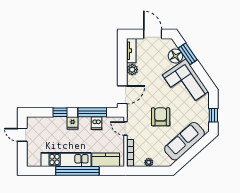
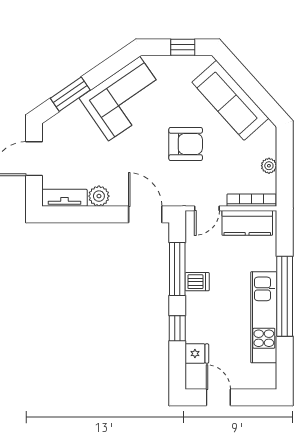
floor lamp: (175, 56) -> (74, 117), removed
armchair: (161, 117) -> (186, 144), turned 180
fridge: (73, 123) -> (197, 354), moved
dishwasher: (97, 123) -> (197, 282), moved
door: (22, 135) -> (218, 397), swing flipped
kitchen counter: (106, 160) -> (247, 223), moved, turned -90

